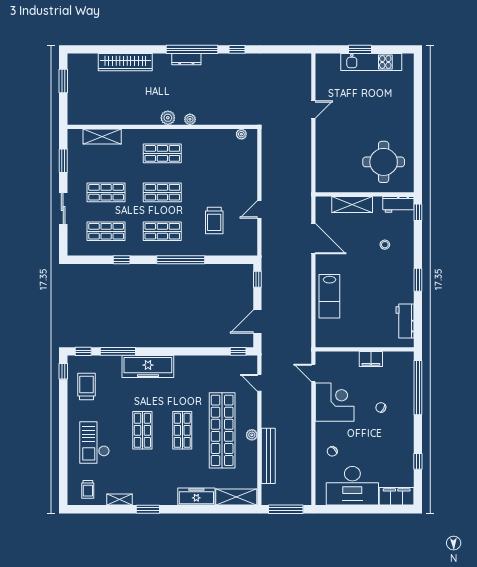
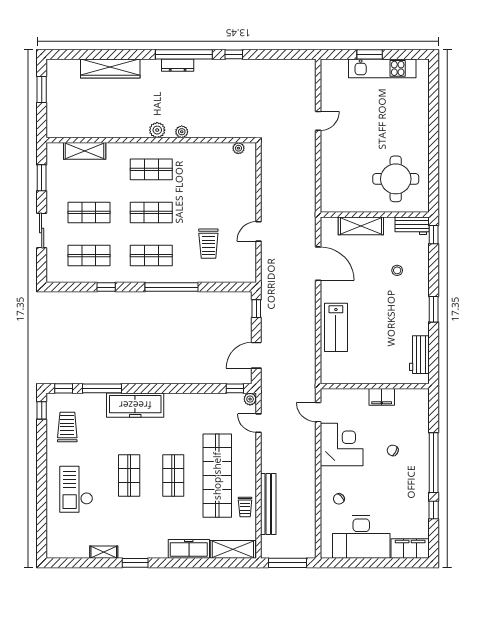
window: (418, 388) -> (434, 463), moved
plant: (252, 435) -> (250, 399), moved
trolley: (88, 489) -> (245, 507), moved

